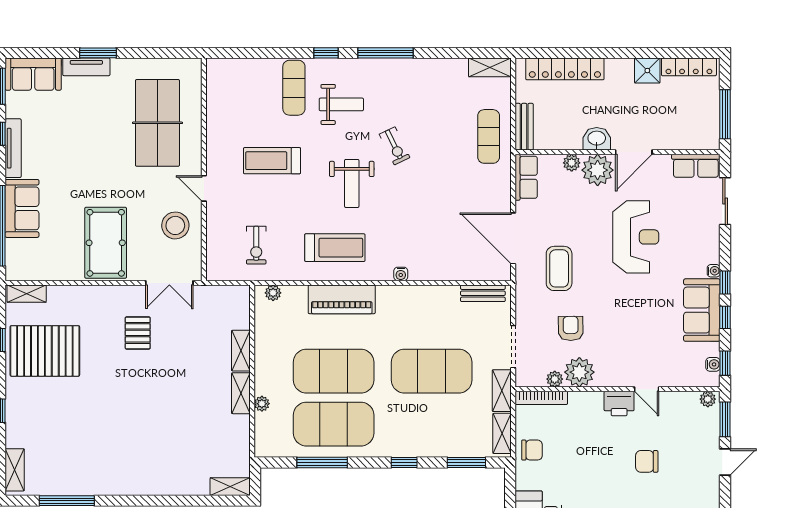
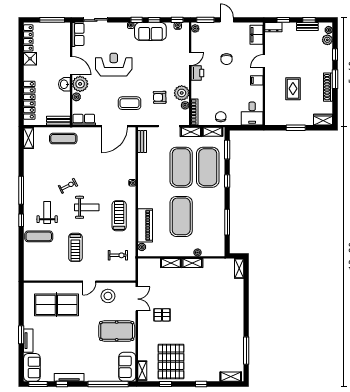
sofa: (22, 208) -> (127, 367), moved, turned -90
piano: (342, 299) -> (145, 225), moved
exercise mat: (334, 424) -> (208, 167), moved

